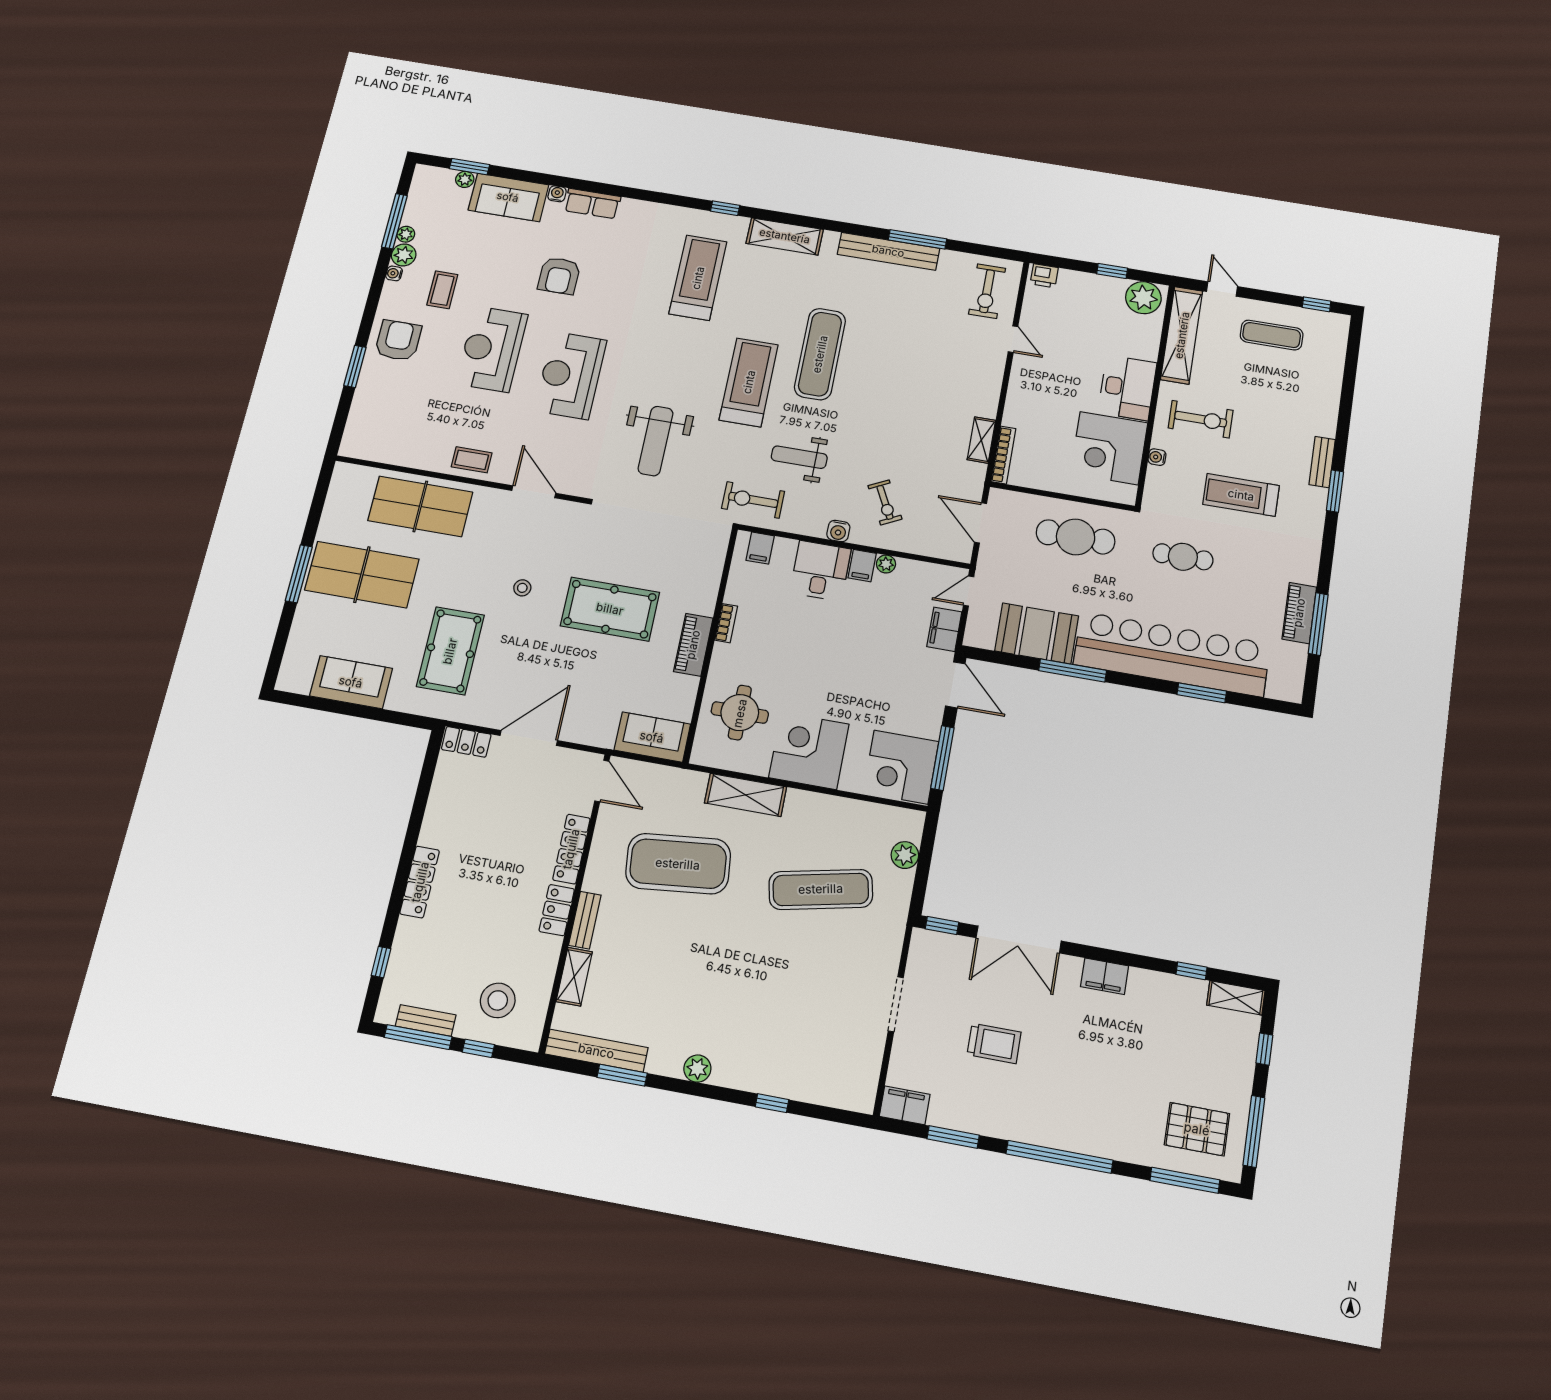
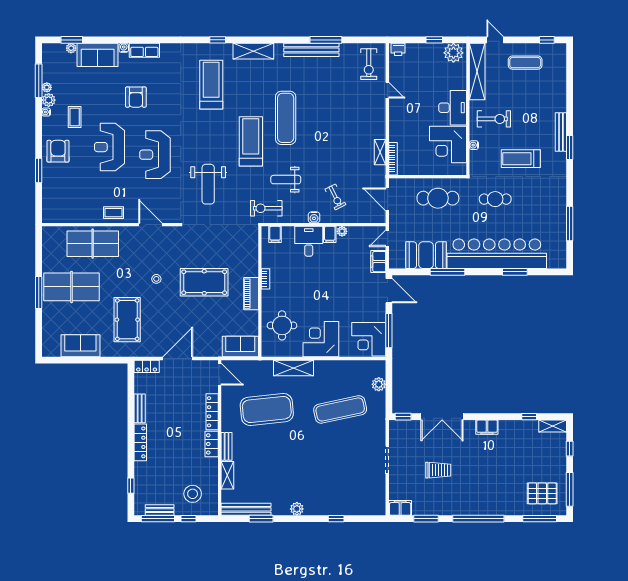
bench: (1322, 462) -> (561, 132), width x1.36
piano: (1299, 613) -> (559, 219), removed
bench: (434, 817) -> (140, 408), added

